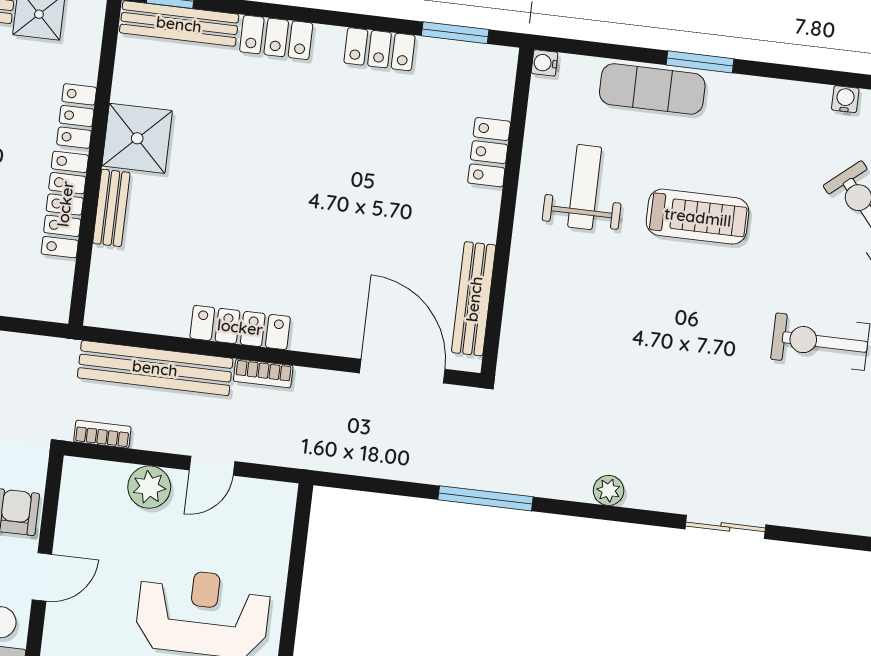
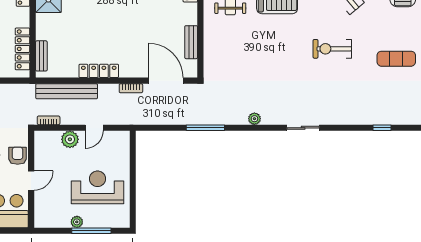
locker: (65, 204) -> (22, 49), moved
bench: (111, 208) -> (41, 56), moved
bench: (474, 299) -> (191, 42), width x0.73
bookcase: (263, 373) -> (131, 88), moved

